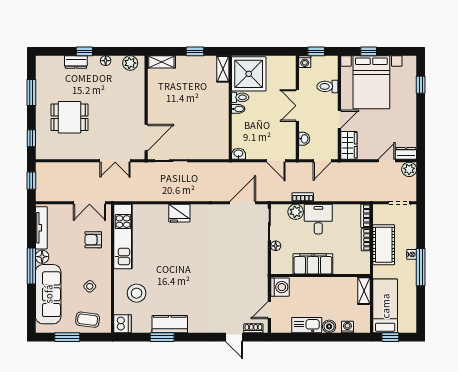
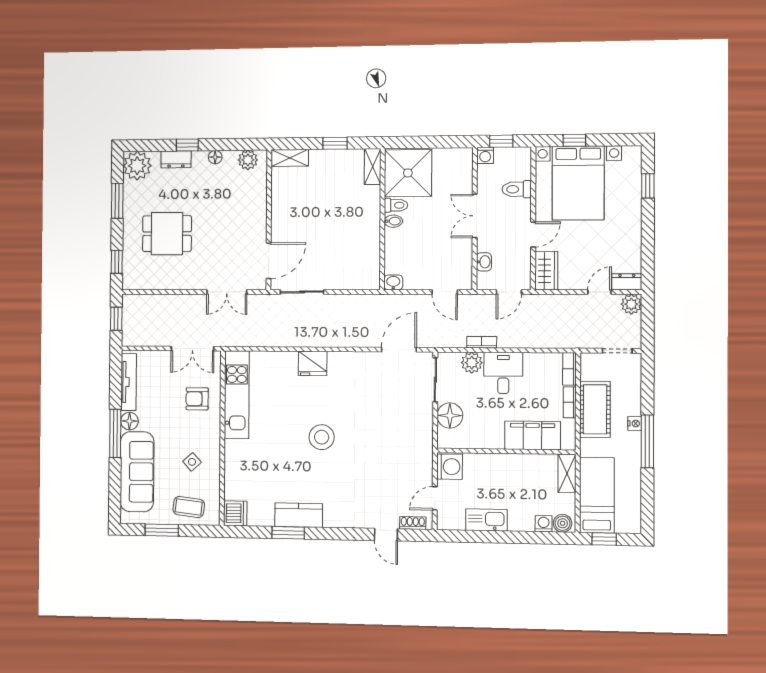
plant: (46, 66) -> (137, 166), added
floor lamp: (276, 246) -> (450, 416), width x1.89, depth x1.89
filing cabinet: (313, 264) -> (533, 435), moved
stool: (137, 293) -> (322, 437), moved
boiler: (329, 326) -> (563, 523), moved

